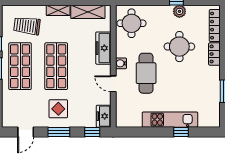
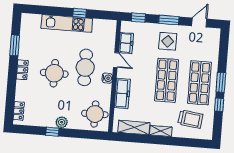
plant: (179, 11) -> (62, 122), moved
locker: (215, 26) -> (19, 111), width x0.66
round table: (179, 47) -> (54, 73), moved
locker: (214, 54) -> (22, 70), moved
freezer: (104, 116) -> (126, 43), moved
window: (181, 132) -> (80, 13), moved

